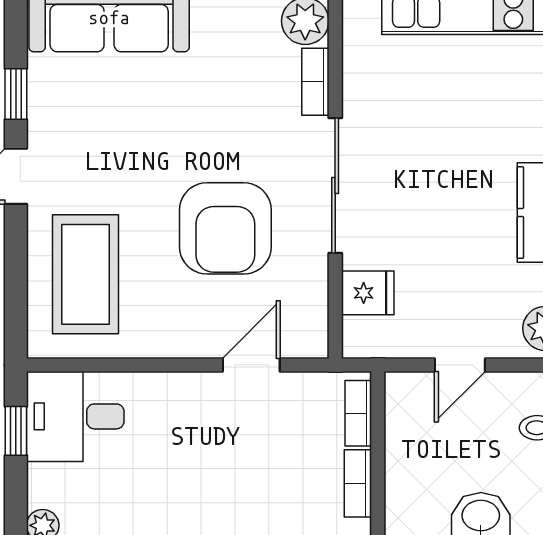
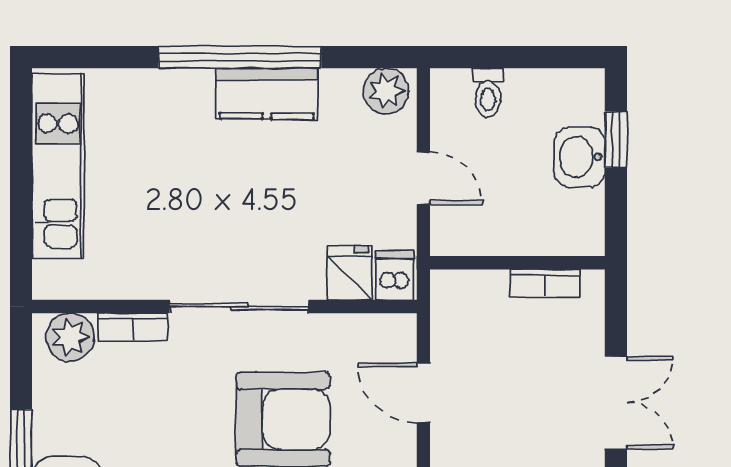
dishwasher: (366, 337) -> (395, 275), added
bookcase: (358, 413) -> (473, 283), removed

